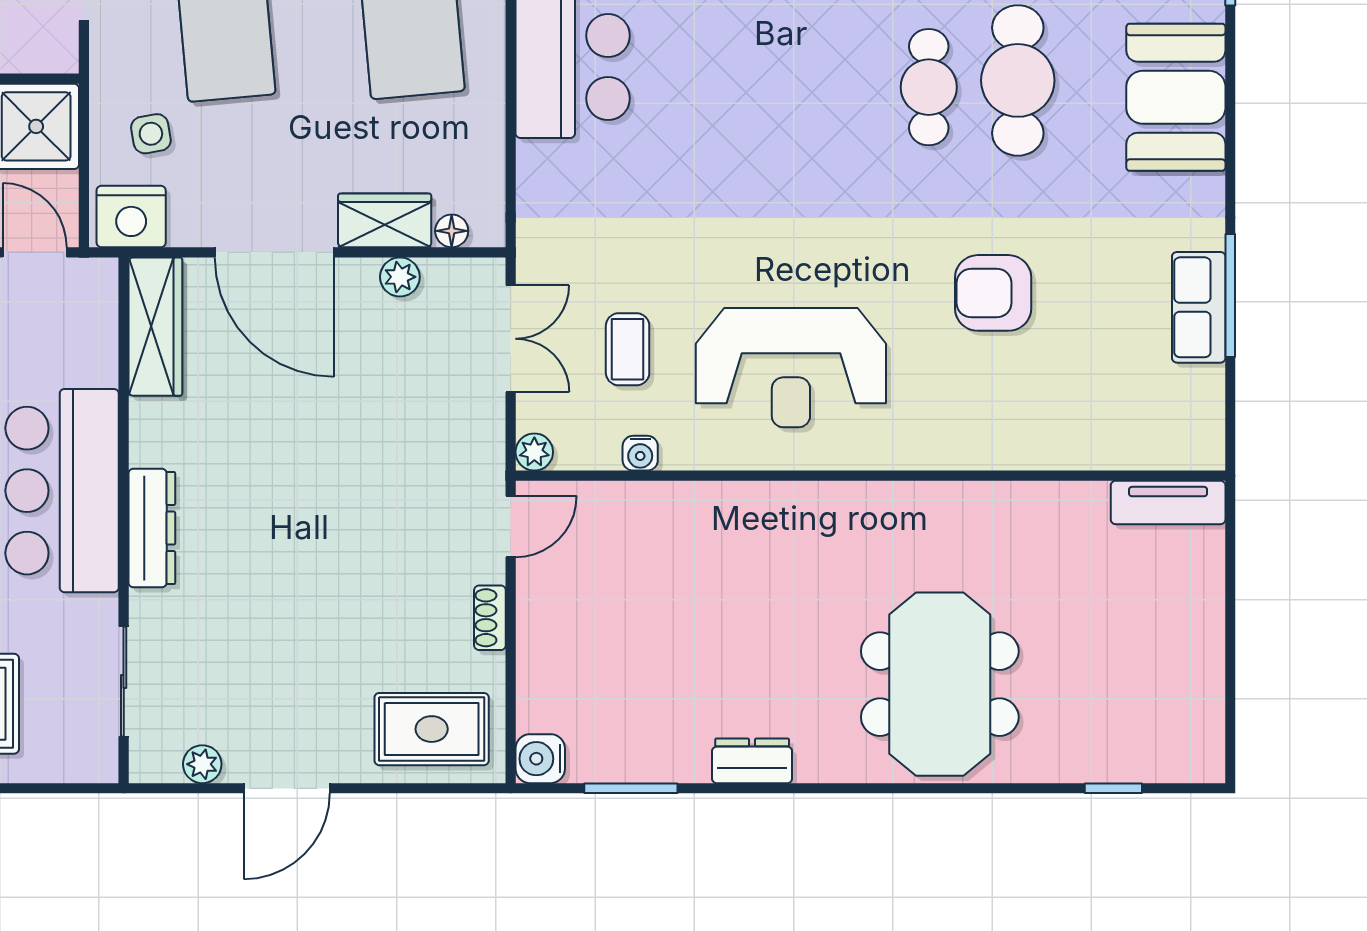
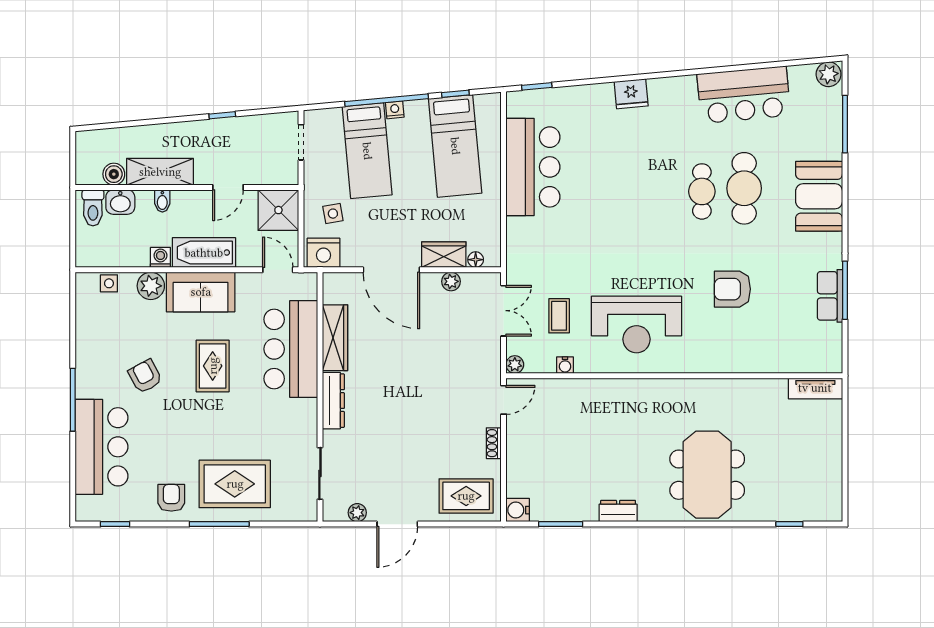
wardrobe: (155, 327) -> (335, 338), moved
bar counter: (62, 491) -> (291, 349), moved

